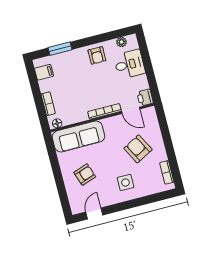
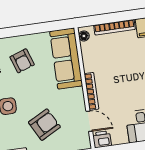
bookcase: (48, 104) -> (115, 27), width x1.56
door: (131, 110) -> (89, 121), swing flipped

